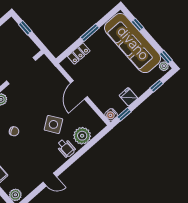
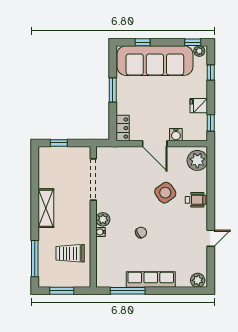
locker: (79, 54) -> (123, 128), moved
water cooler: (111, 115) -> (176, 135), moved
plant: (82, 136) -> (197, 160), moved

